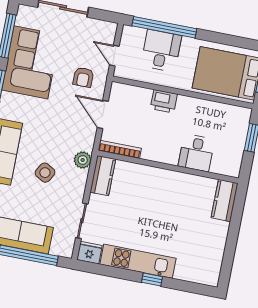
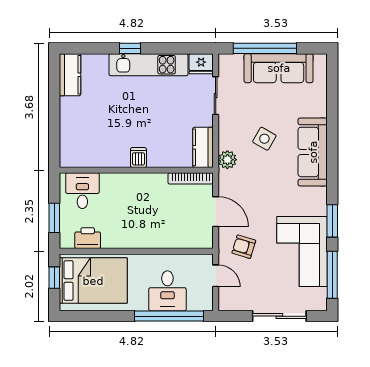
armchair: (83, 77) -> (244, 247), turned -73
printer: (164, 101) -> (88, 238), moved
desk: (196, 153) -> (82, 191), moved
dishwasher: (164, 178) -> (138, 158), added
kitchen counter: (225, 200) -> (70, 75), moved

